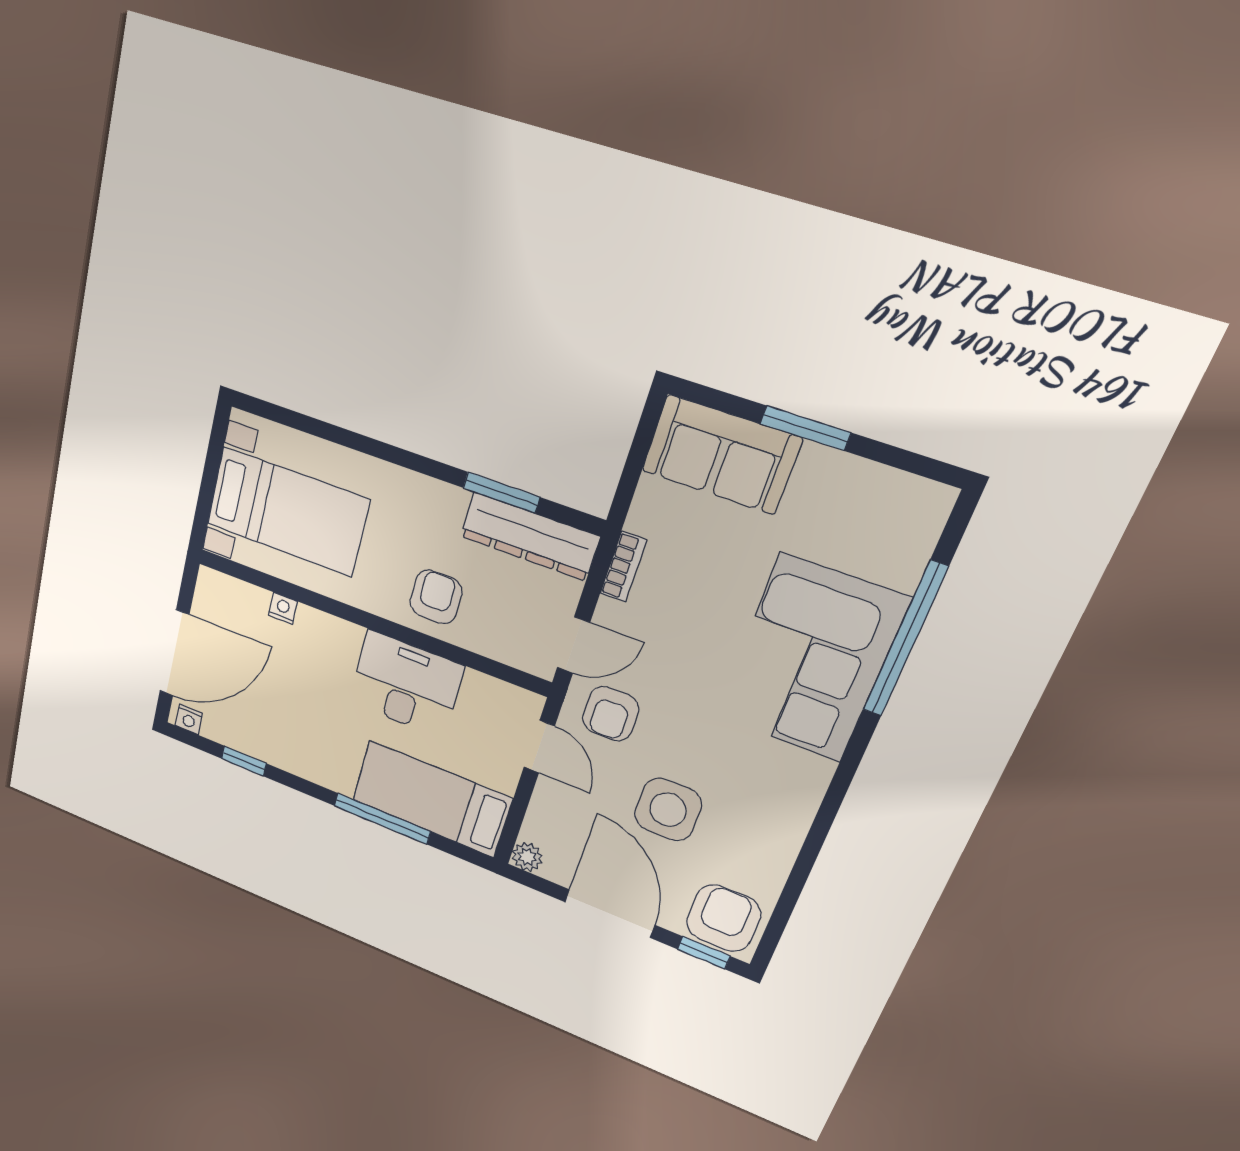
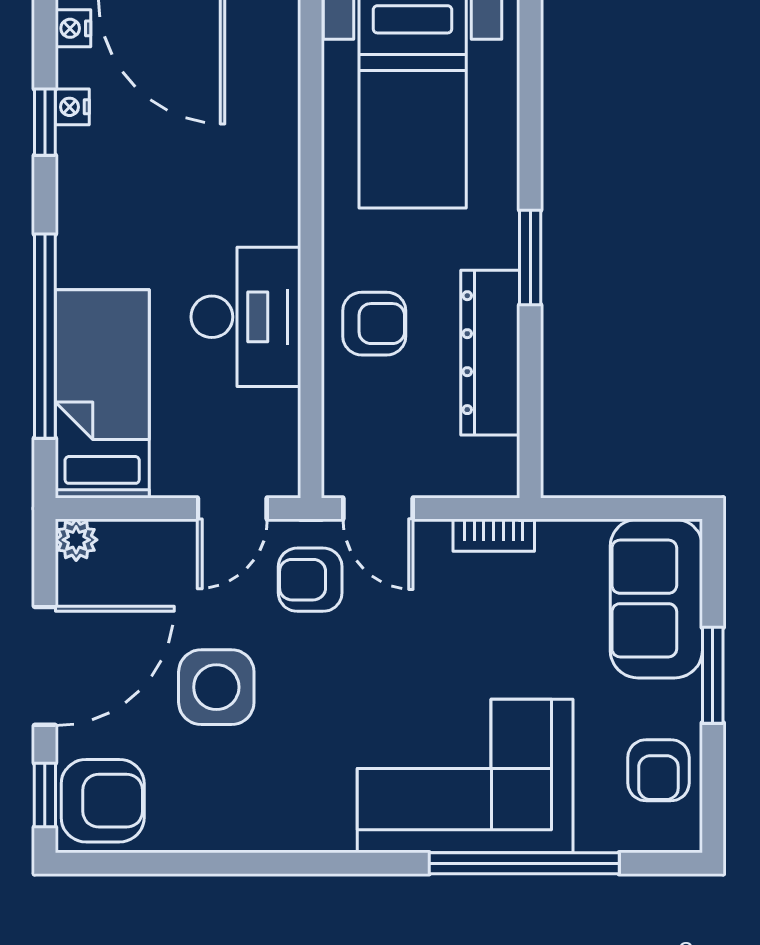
window: (501, 492) -> (530, 258), moved
armchair: (871, 502) -> (658, 770), added
dresser: (530, 536) -> (490, 353), moved
nightstand: (283, 608) -> (72, 107), moved, turned 180
window: (382, 819) -> (45, 336), width x1.46

